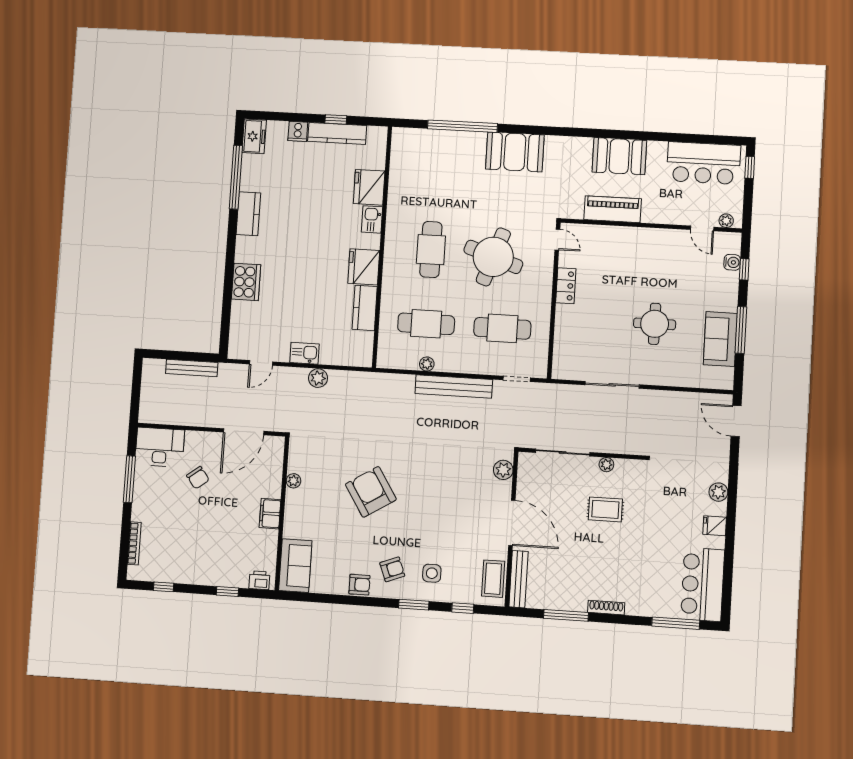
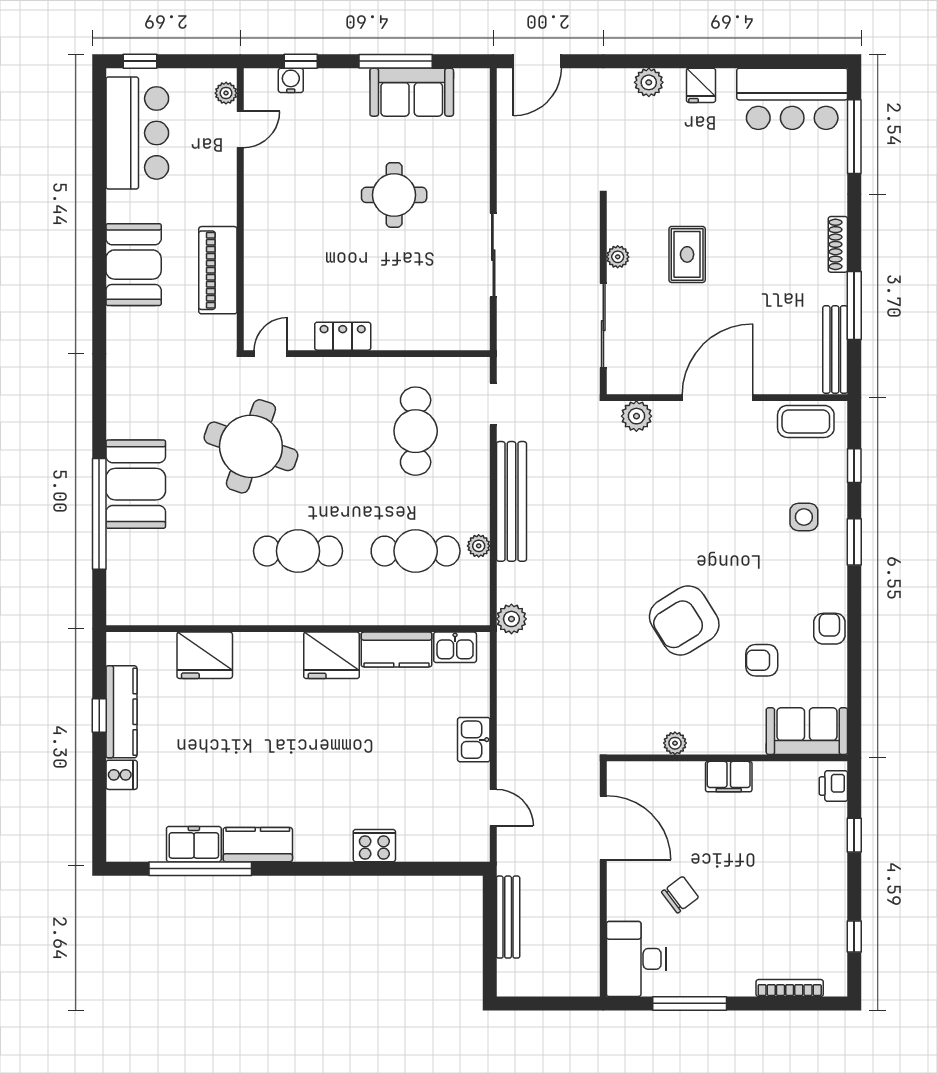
freezer: (254, 136) -> (194, 844), moved
booth: (515, 152) -> (136, 484), moved
kitchen sink: (372, 219) -> (455, 647), moved
round table: (493, 257) -> (251, 446), moved
cooker: (246, 282) -> (374, 846), width x0.73, depth x0.76
cafe table: (426, 324) -> (416, 551), turned 90
plant: (318, 378) -> (511, 619), moved
armchair: (392, 569) -> (762, 660), moved, turned -69
bench: (519, 579) -> (835, 349), moved, turned 90

